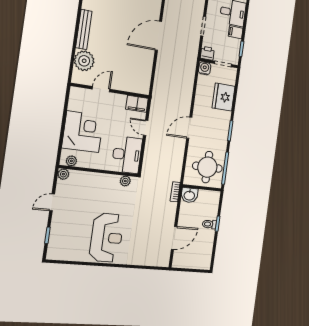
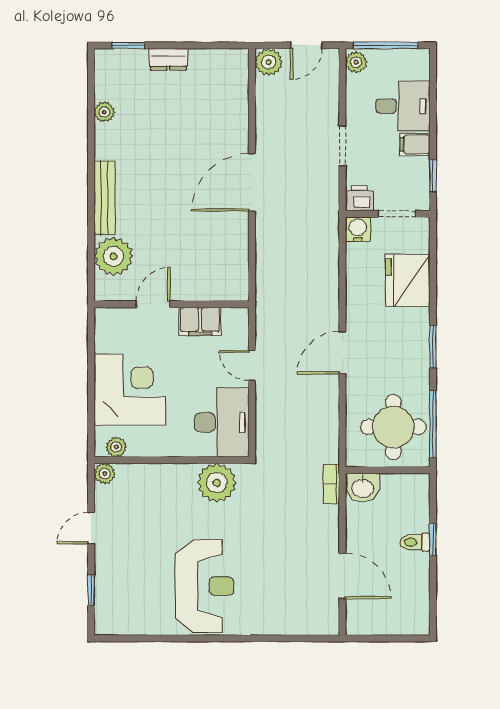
filing cabinet: (137, 104) -> (200, 321), moved
plant: (125, 181) -> (217, 483), width x1.87, depth x1.87
door: (174, 238) -> (342, 576), hinge flipped

